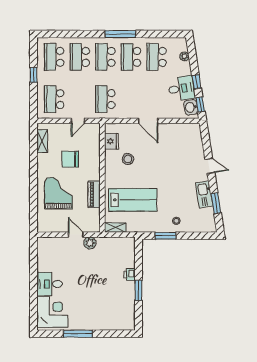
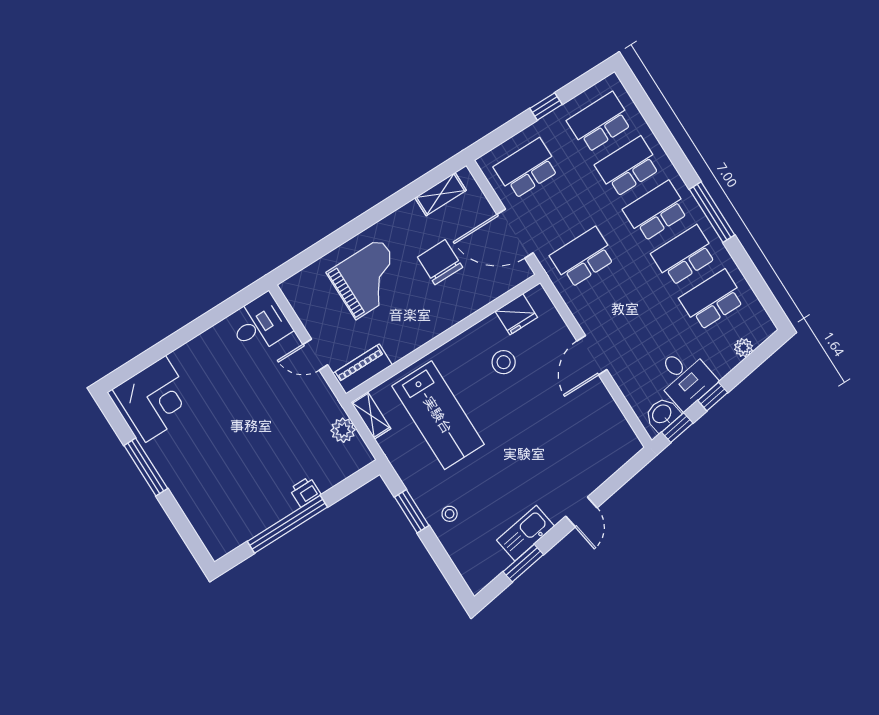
door: (78, 121) -> (515, 234), width x1.88
piano: (94, 194) -> (363, 369), moved
door: (76, 235) -> (315, 355), swing flipped
plant: (90, 243) -> (343, 430), moved
desk: (50, 284) -> (260, 324), moved, turned 90
window: (138, 290) -> (287, 524), width x2.11

